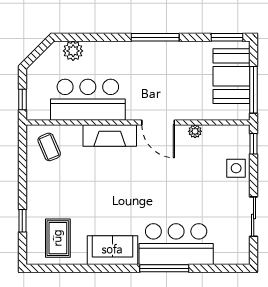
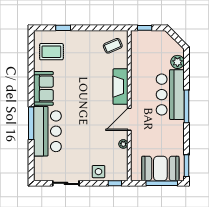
window: (155, 37) -> (187, 106), moved
window: (254, 90) -> (162, 183), moved
bar counter: (88, 100) -> (170, 95), moved, turned 180

